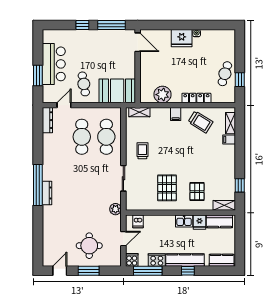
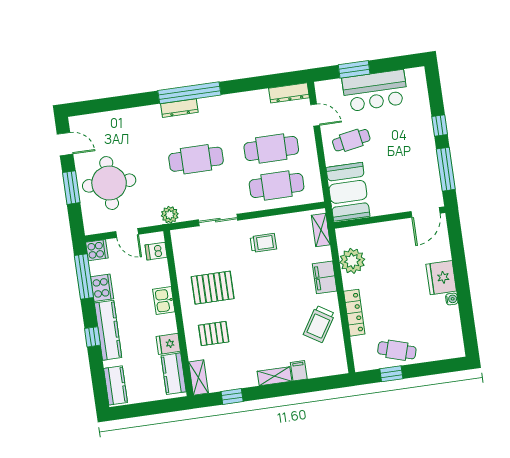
filing cabinet: (176, 114) -> (325, 277), width x2.00
shelving: (230, 123) -> (275, 376), moved
cafe table: (82, 187) -> (196, 159), added
kitchen sink: (184, 221) -> (164, 300), moved
round table: (89, 246) -> (109, 183), width x1.36, depth x1.36

